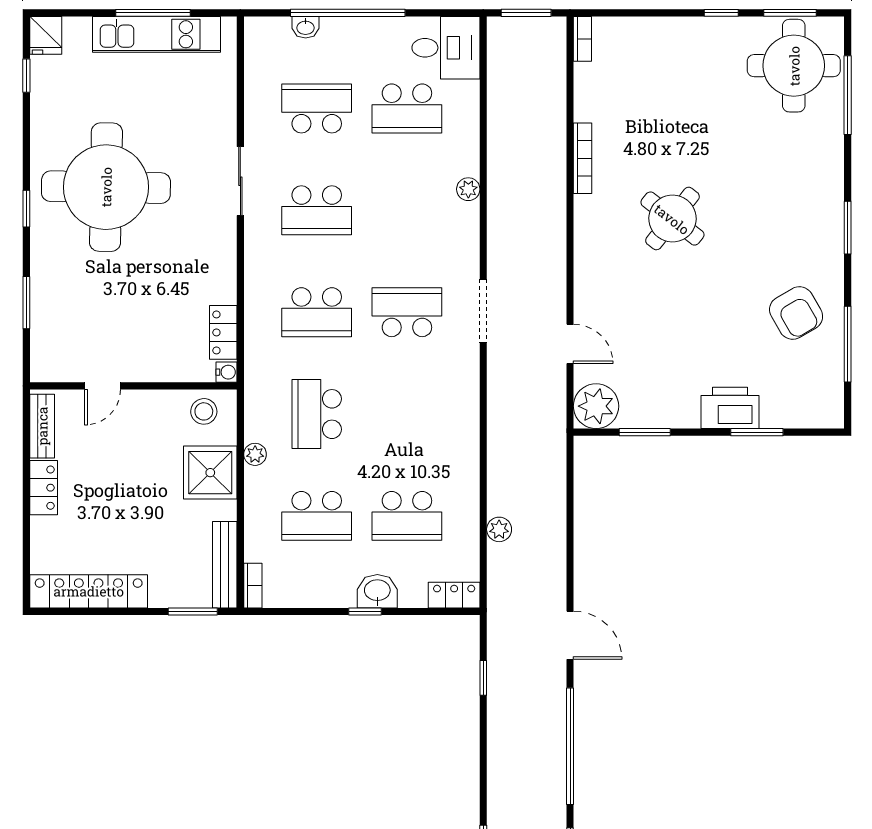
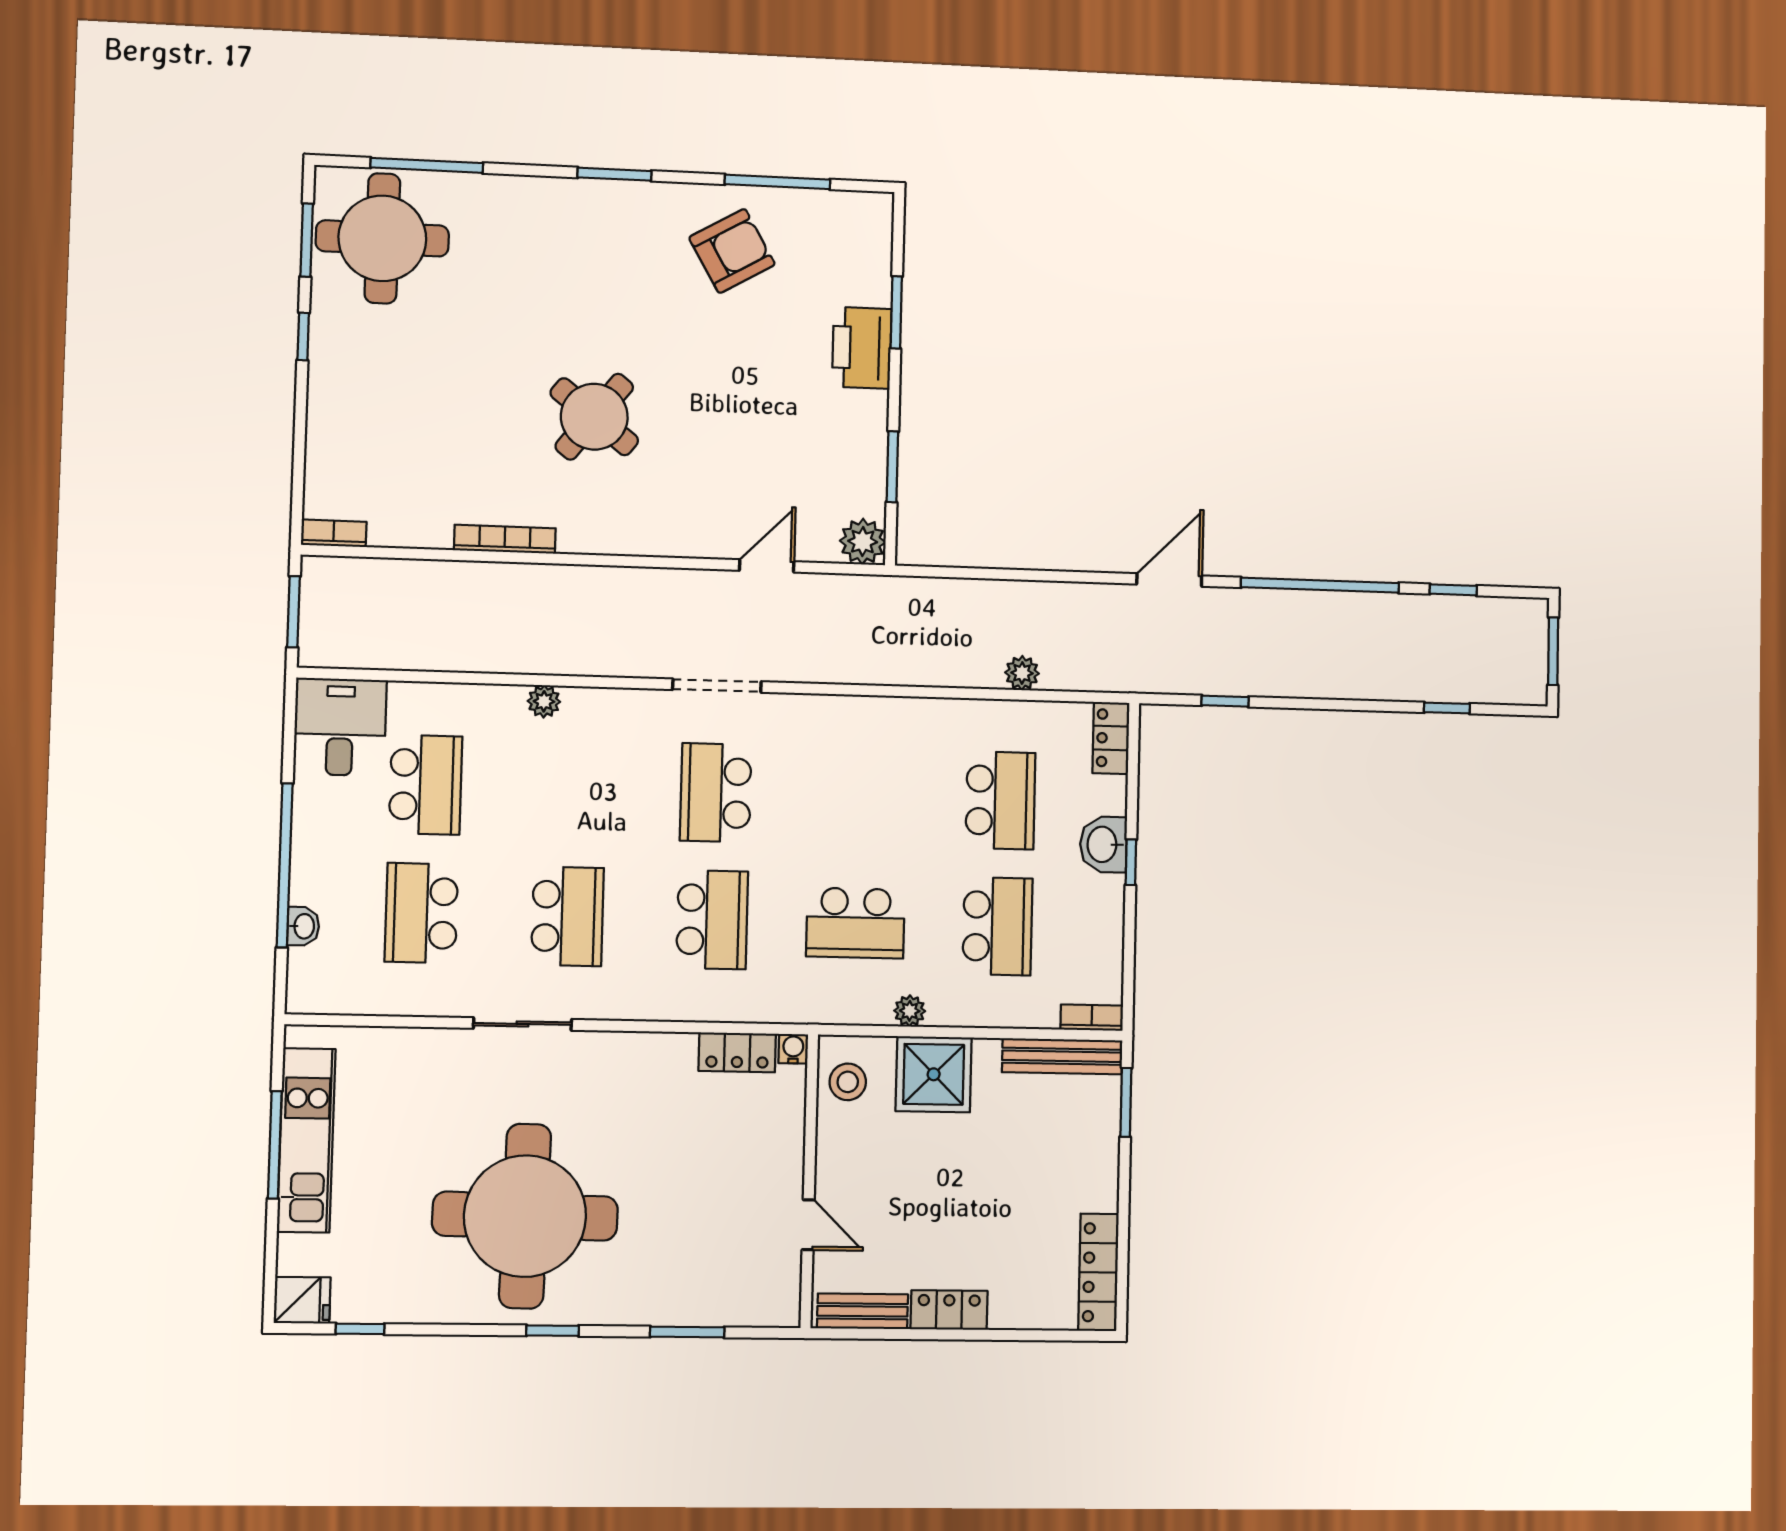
plant: (596, 406) -> (863, 542), width x0.73, depth x0.73
locker: (89, 591) -> (1098, 1272), width x0.71, depth x0.83

